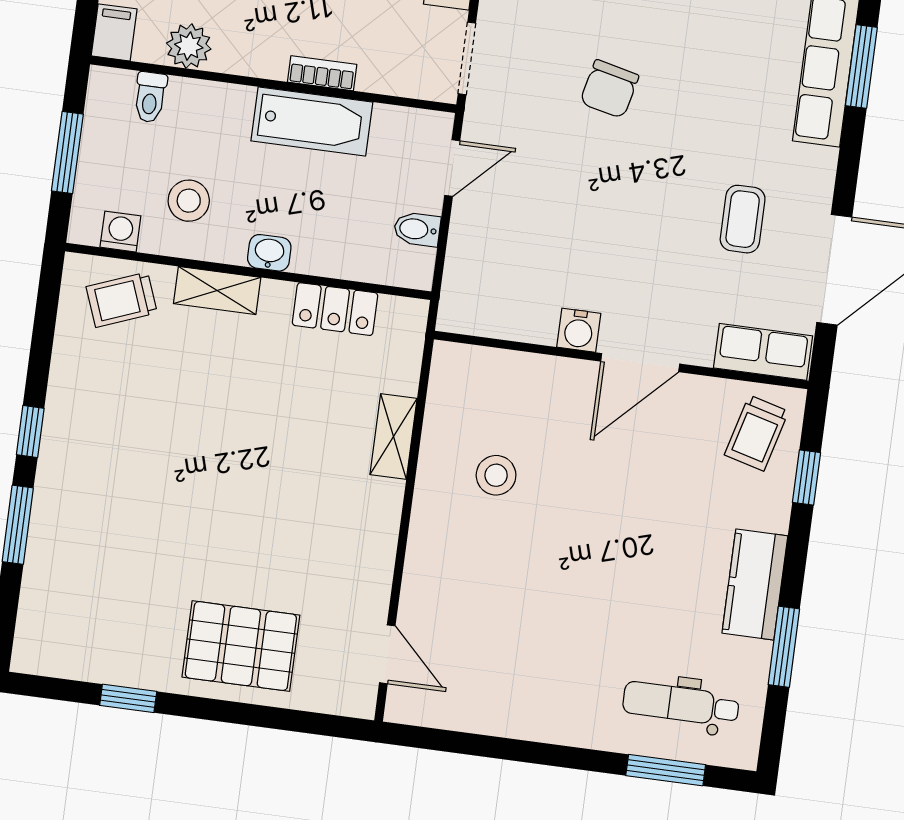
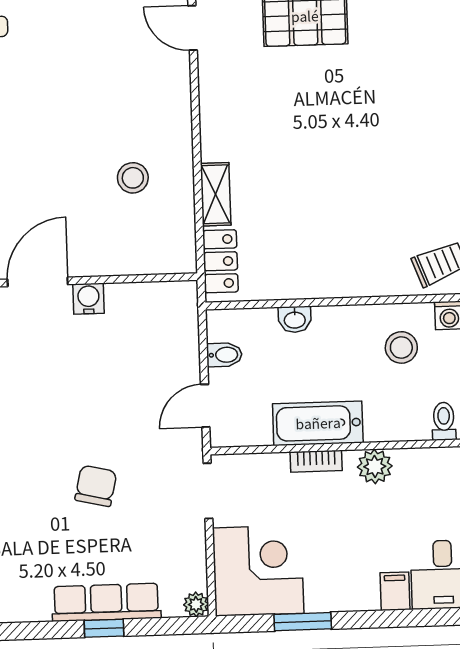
plant: (189, 46) -> (375, 466), moved
washbasin: (269, 253) -> (295, 319), moved
shelving: (217, 290) -> (368, 283), removed
locker: (335, 309) -> (220, 261), moved, turned 90

